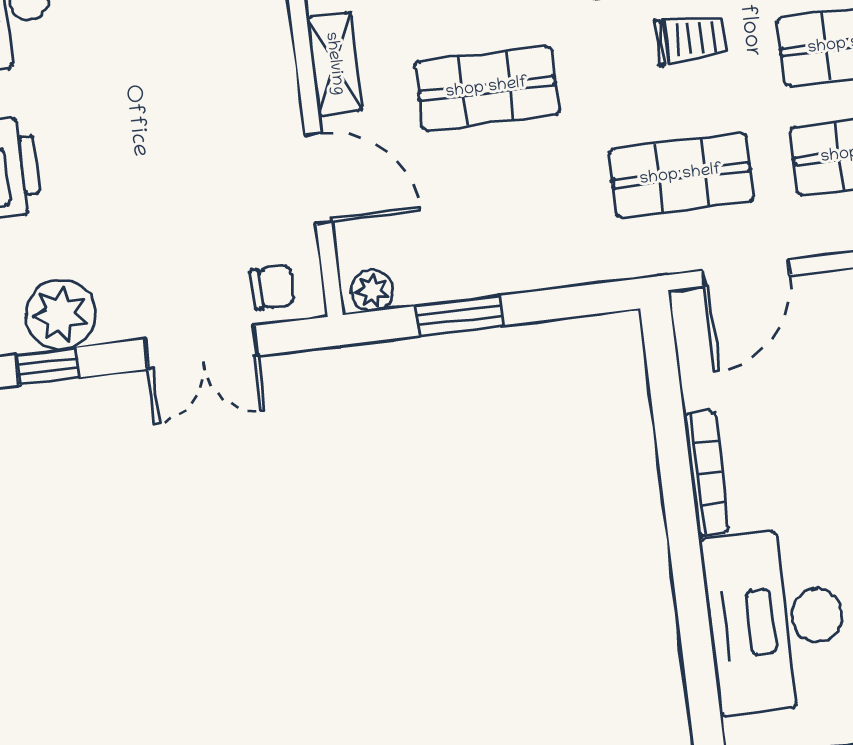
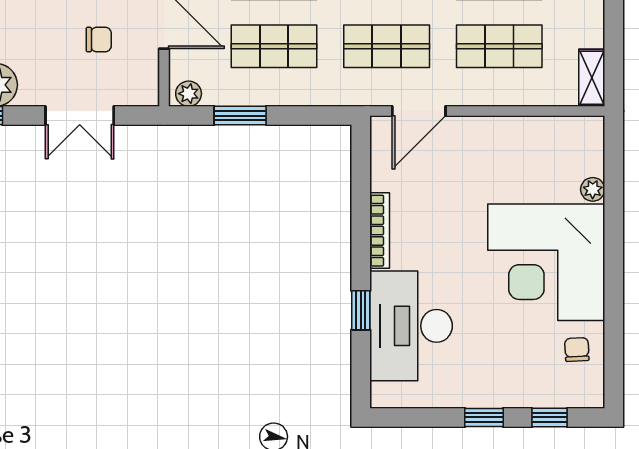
shop shelf: (500, 197) -> (274, 46), added
chair: (273, 287) -> (99, 40), moved
window: (692, 605) -> (361, 310), added

